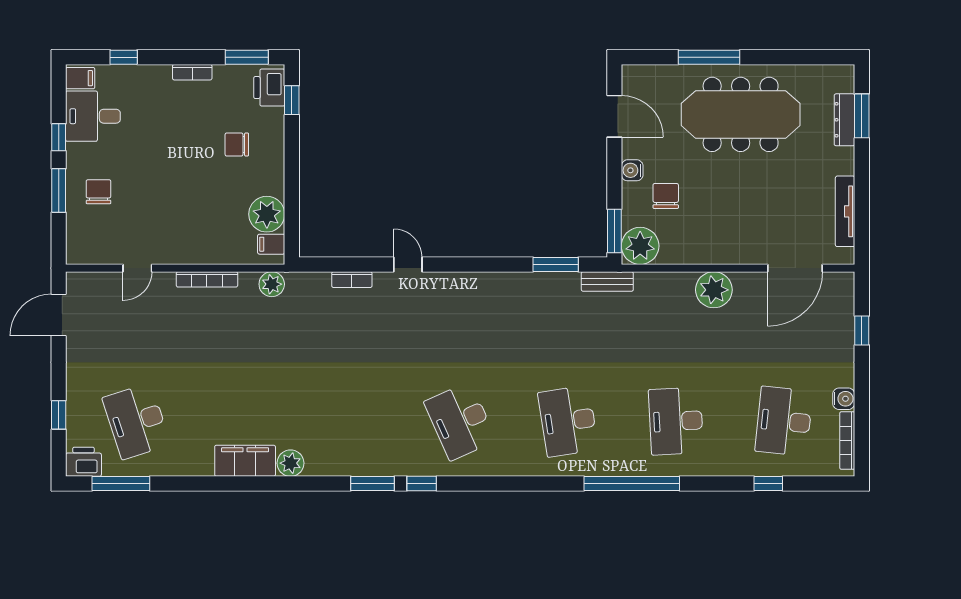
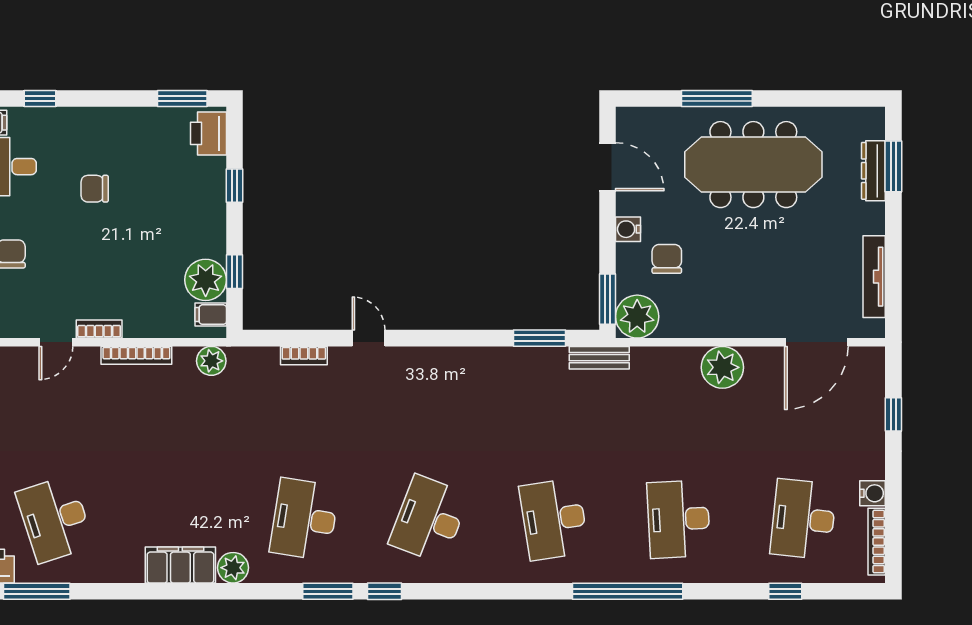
bookcase: (192, 72) -> (99, 329), moved, turned 180
window: (292, 100) -> (234, 186), moved
chair: (237, 144) -> (95, 189), moved
window: (292, 207) -> (234, 272), added
desk: (352, 421) -> (304, 519), added
desk: (460, 421) -> (429, 519), turned 45

